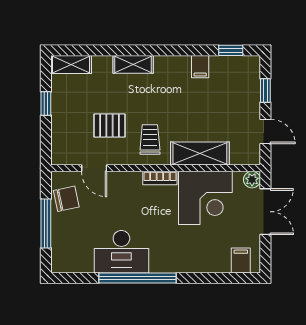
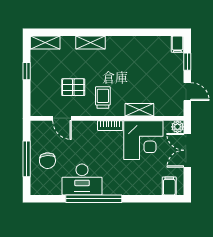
window: (231, 50) -> (162, 32), removed
filing cabinet: (200, 67) -> (177, 44), moved
shelving: (200, 153) -> (139, 110), width x0.67, depth x0.75
chair: (66, 199) -> (47, 161), moved, turned 98
double door: (265, 212) -> (187, 150), swing flipped

